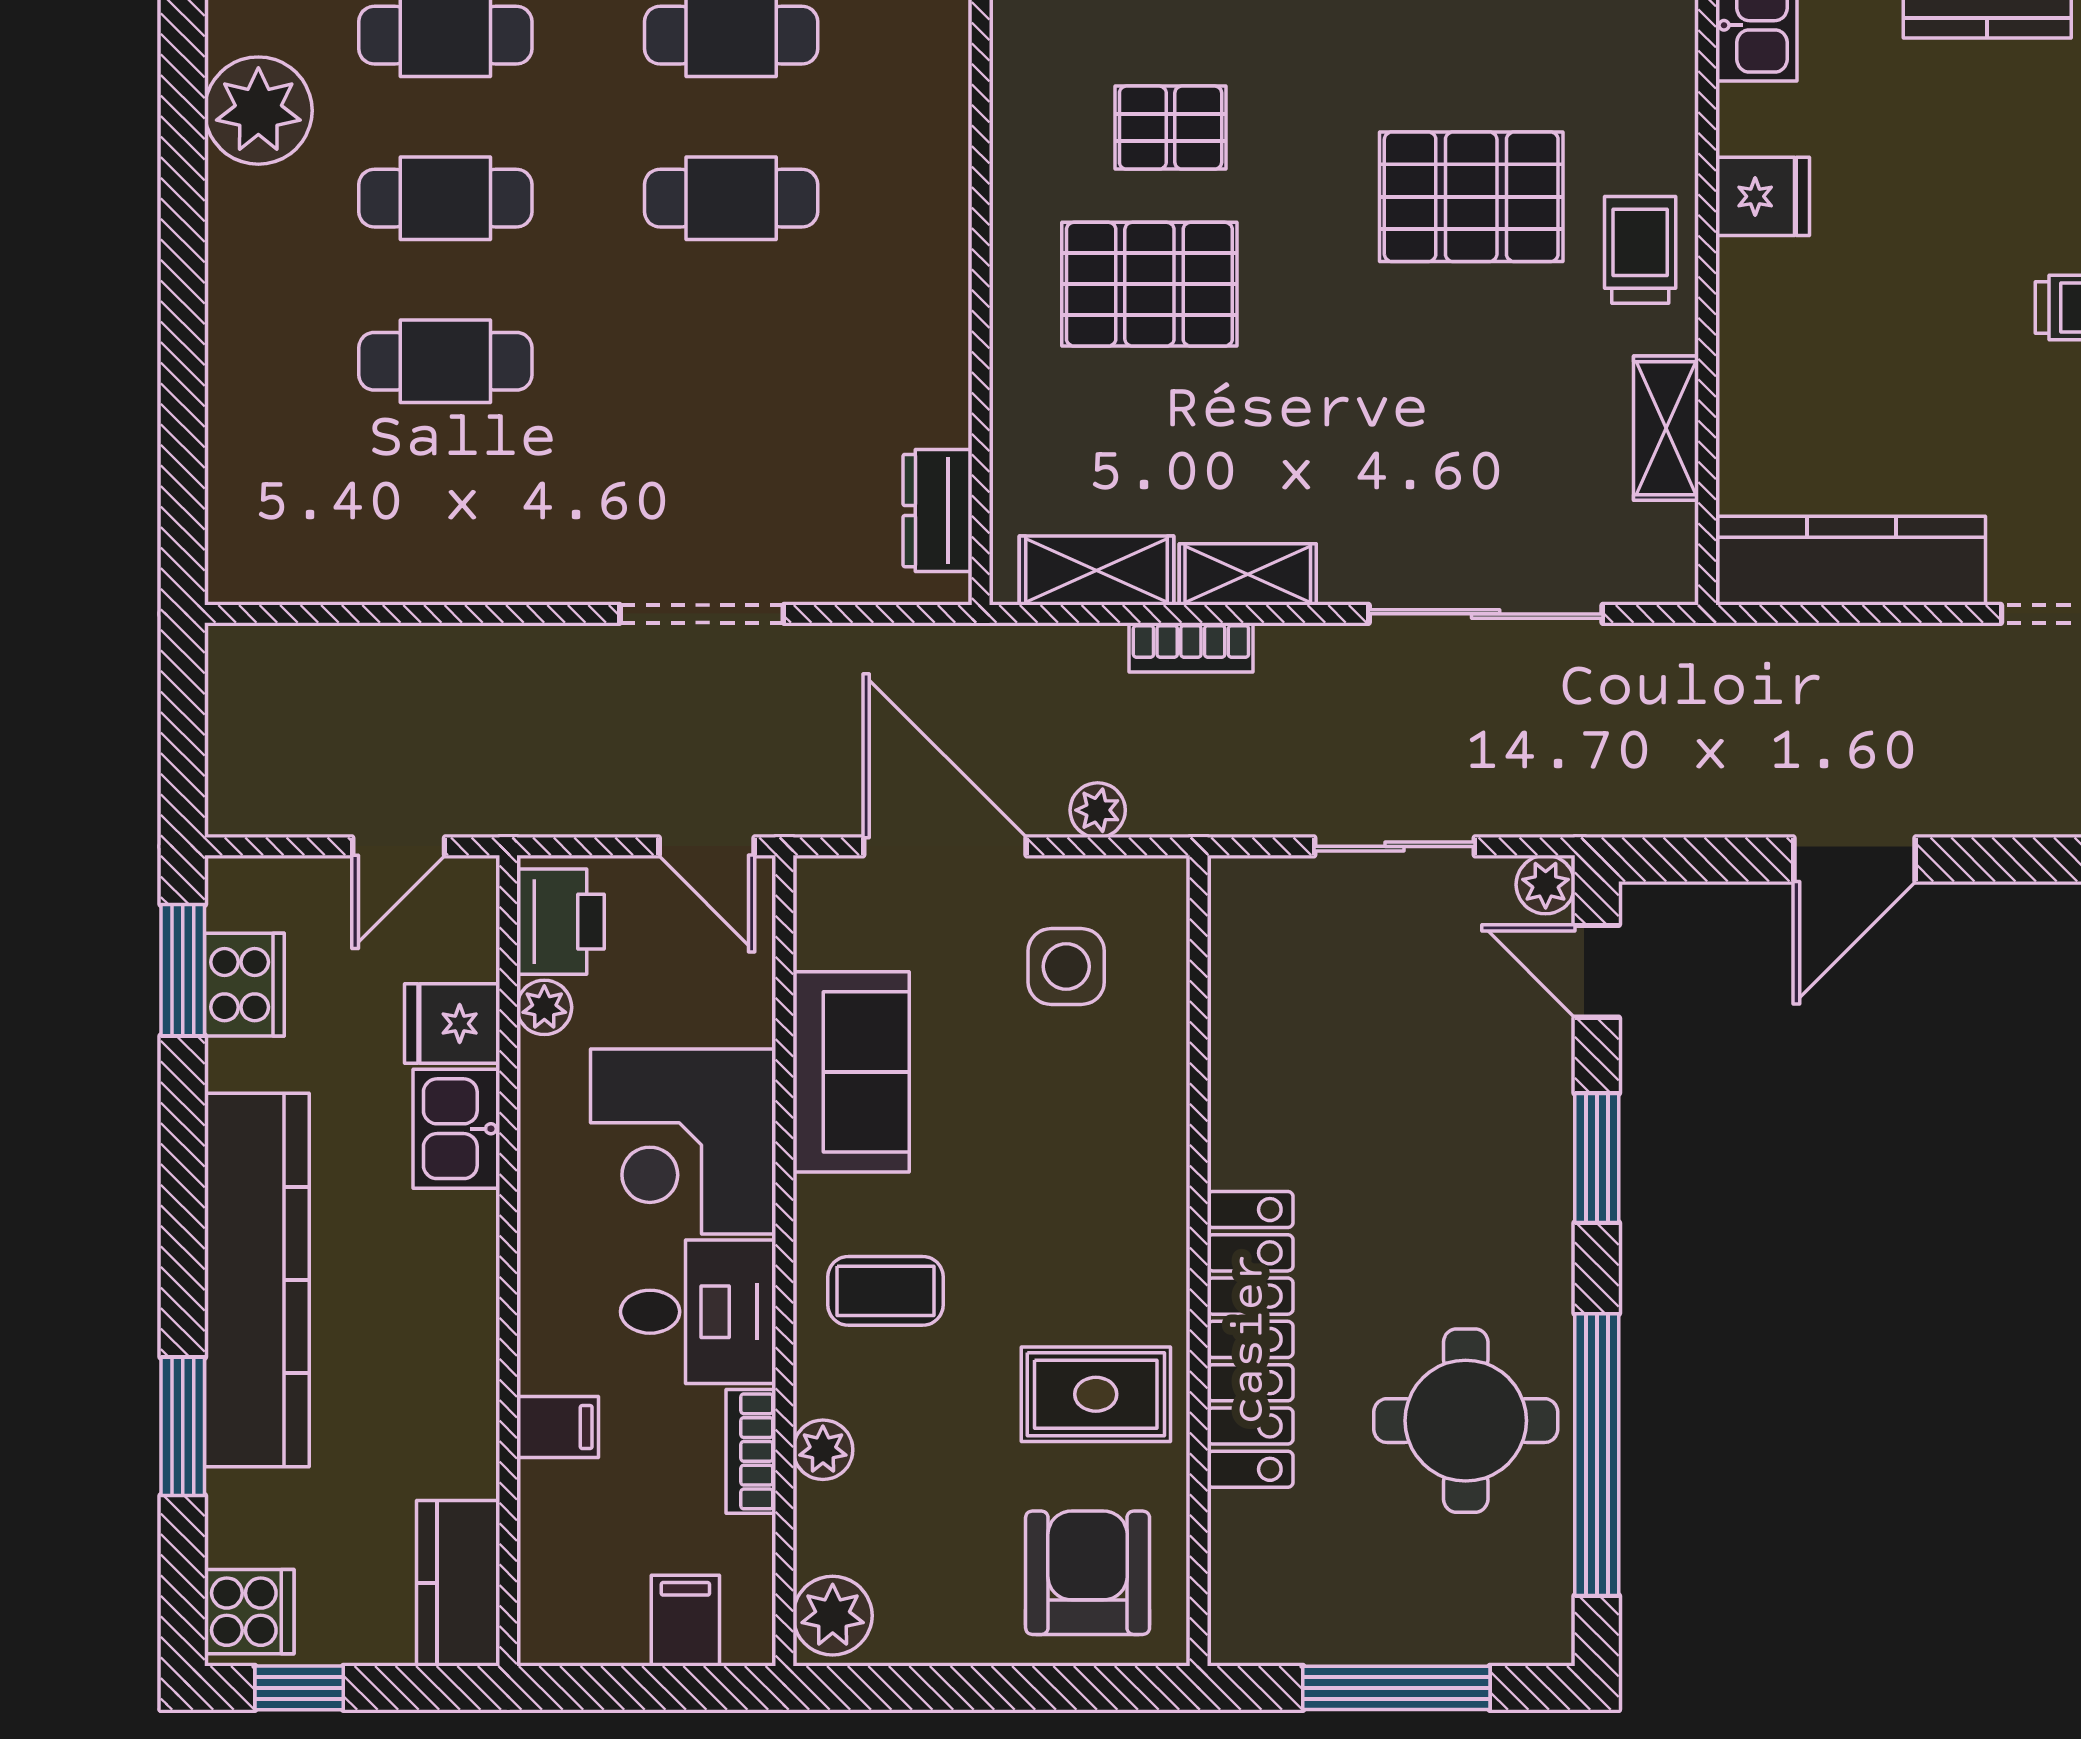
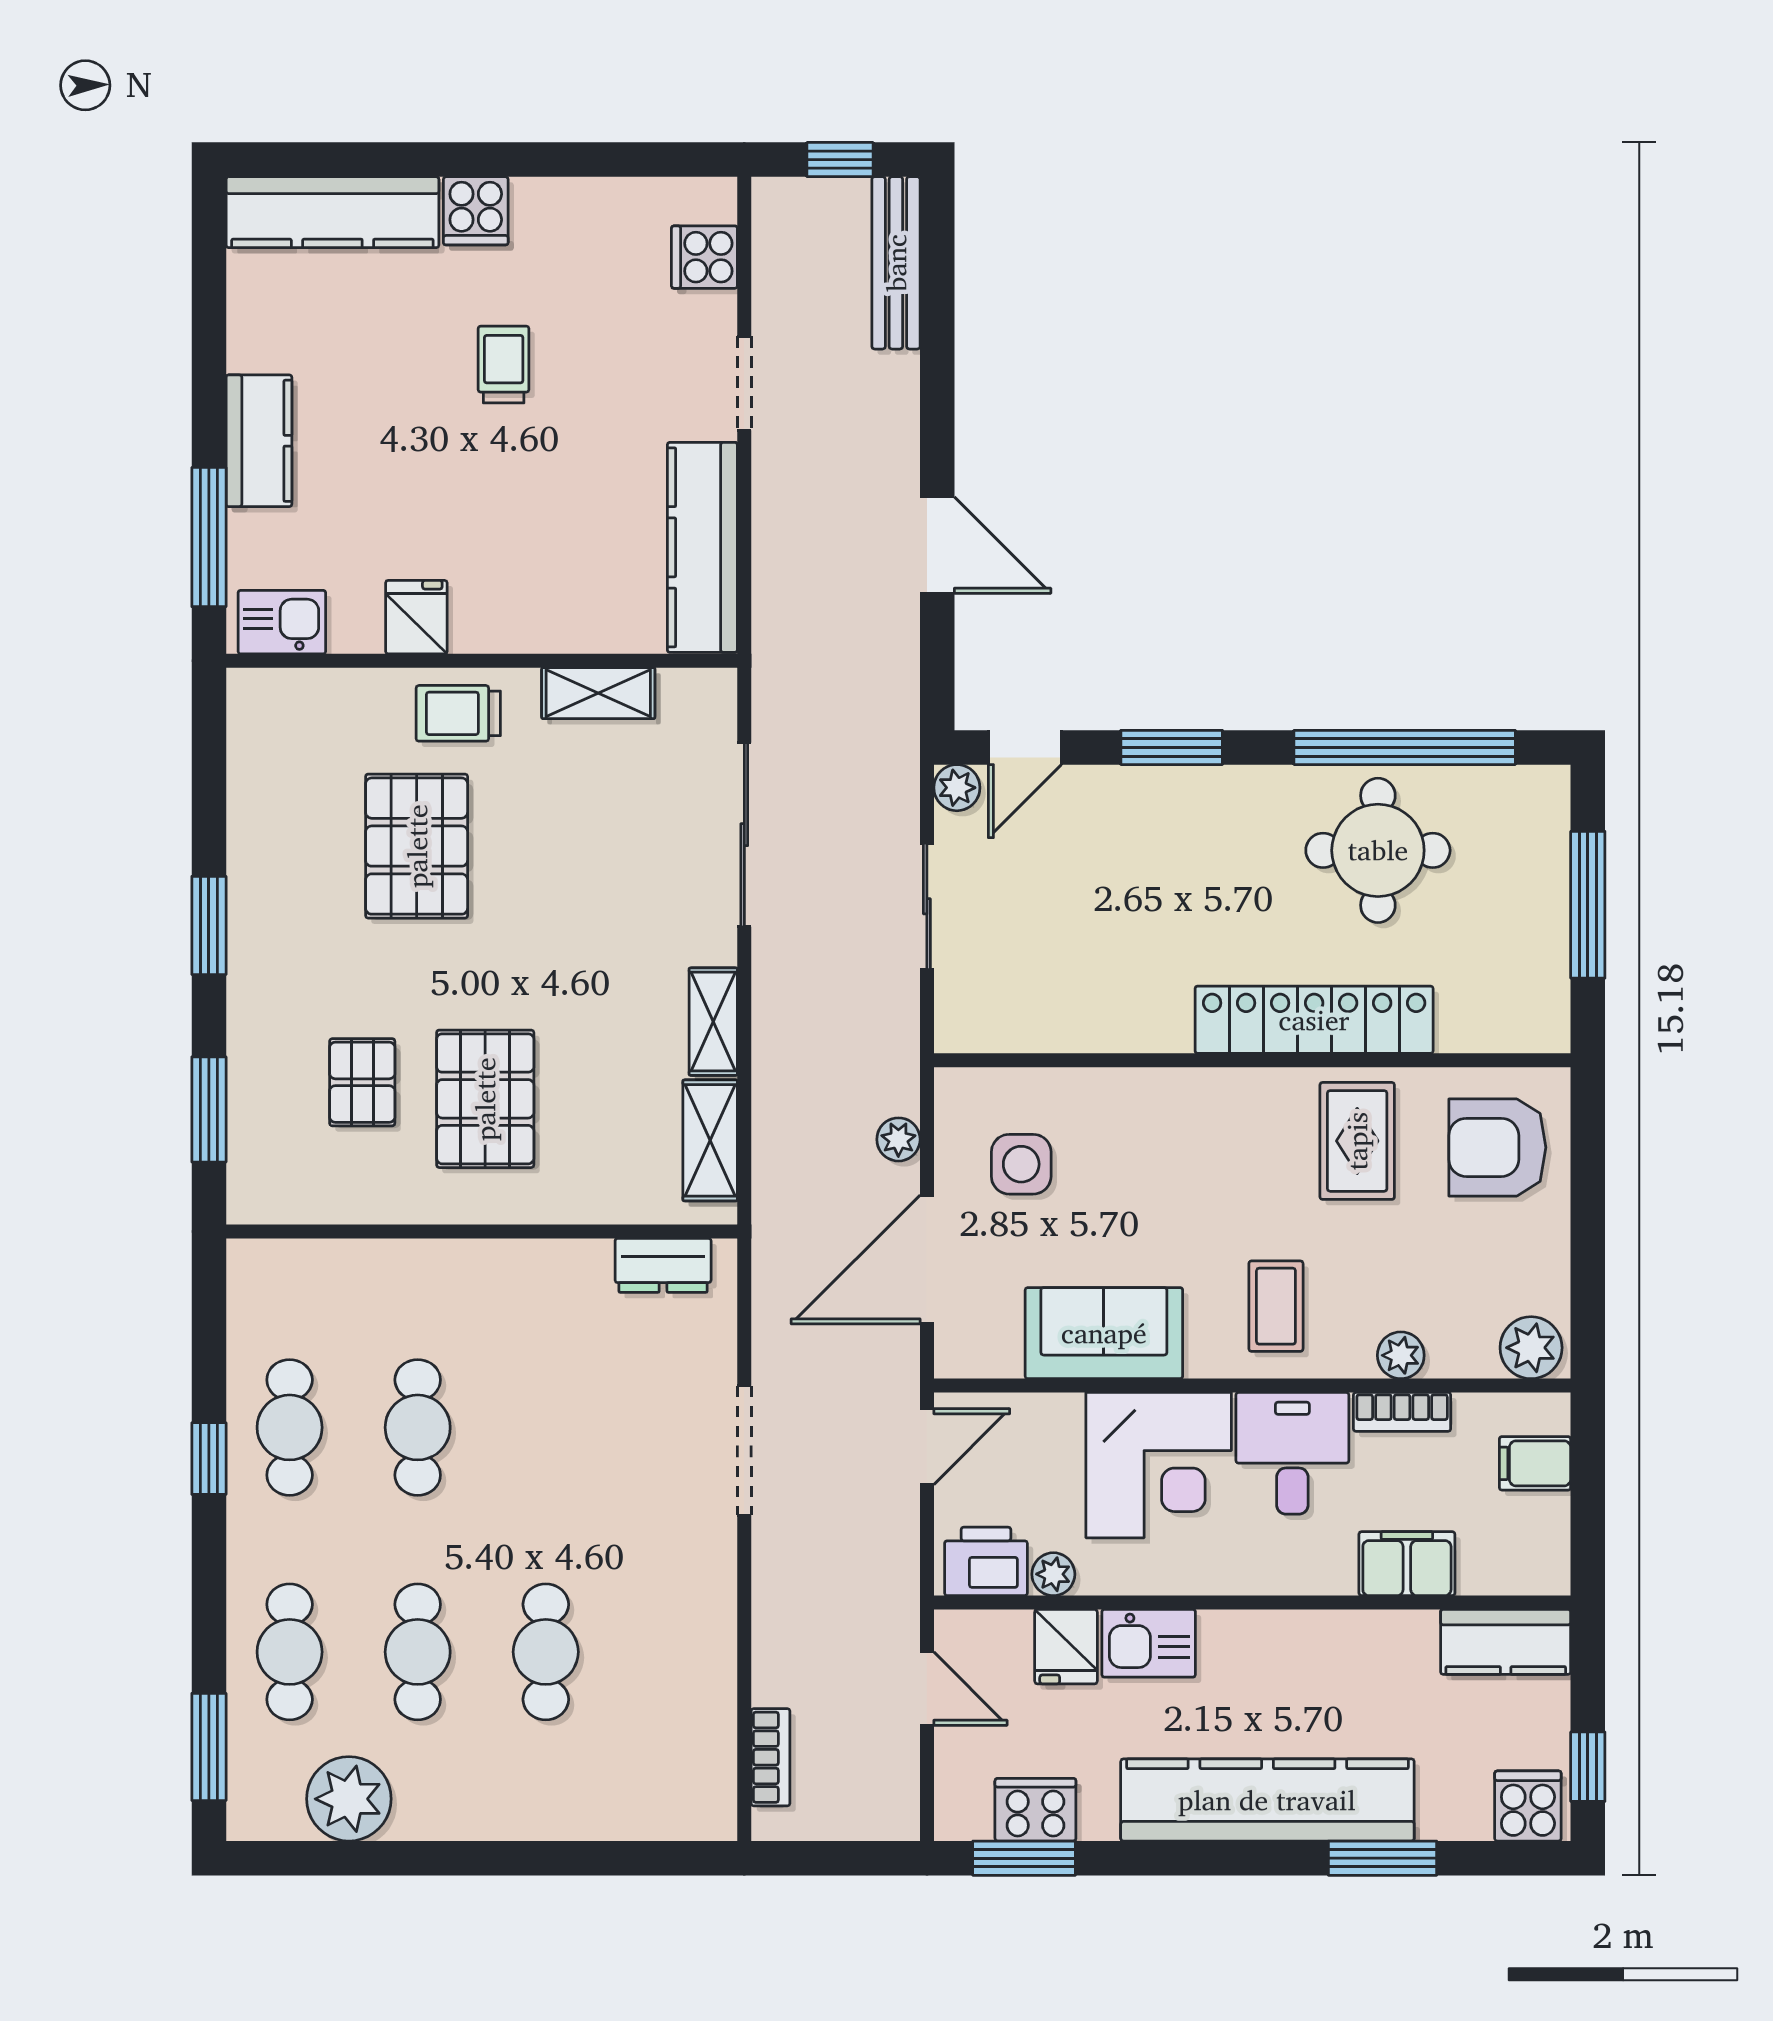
bookcase: (1191, 647) -> (771, 1757), moved
filing cabinet: (558, 1427) -> (1407, 1564), width x2.00

